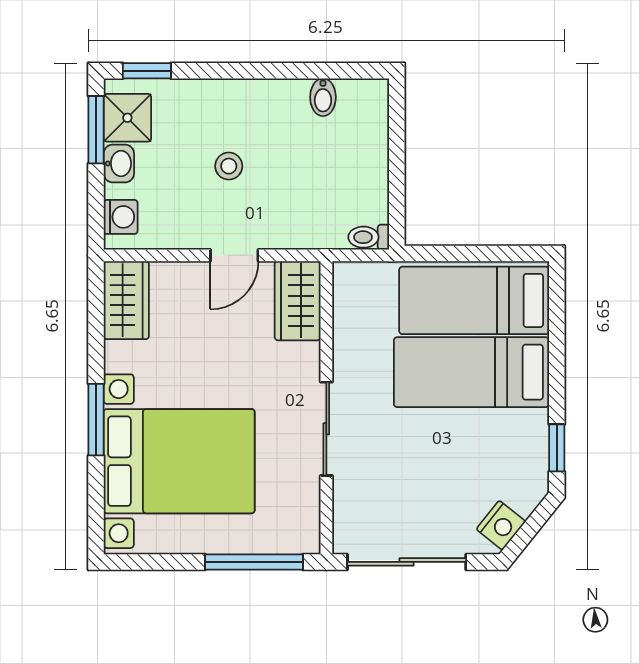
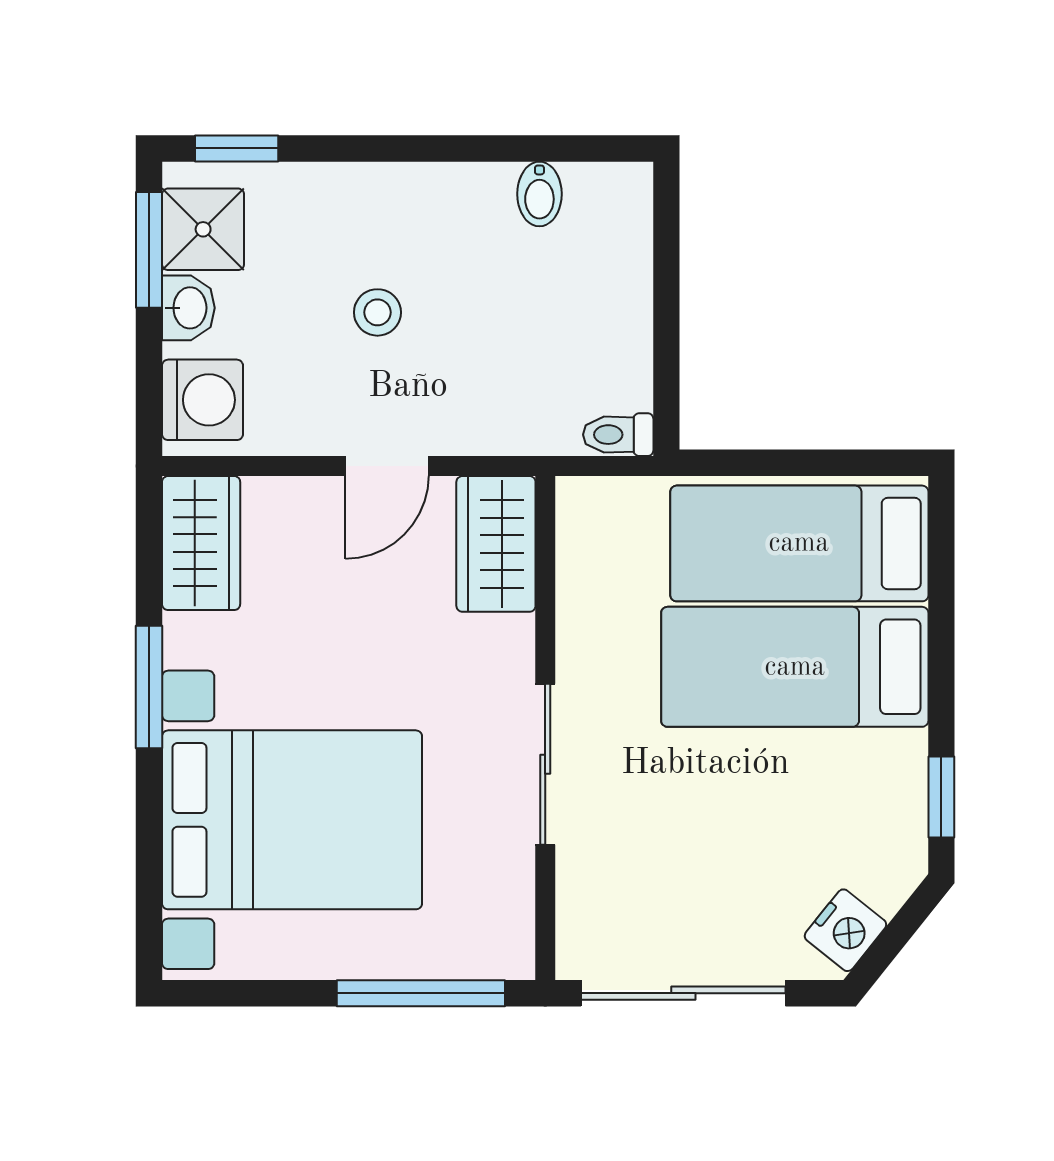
washing machine: (121, 217) -> (203, 400), width x1.38, depth x1.38
window: (96, 420) -> (149, 687), moved

